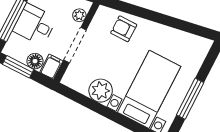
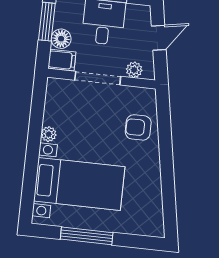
armchair: (124, 29) -> (138, 127), turned -90
plant: (101, 91) -> (49, 134), width x0.53, depth x0.53

